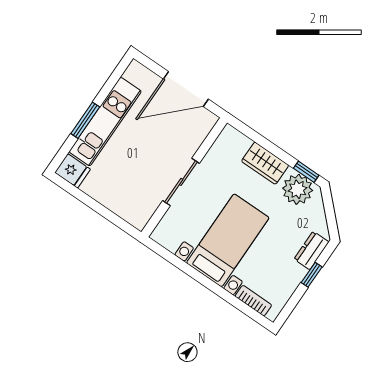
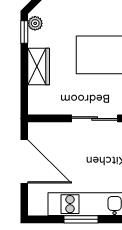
window: (85, 120) -> (81, 219), moved
plant: (298, 189) -> (35, 23), width x0.53, depth x0.53

